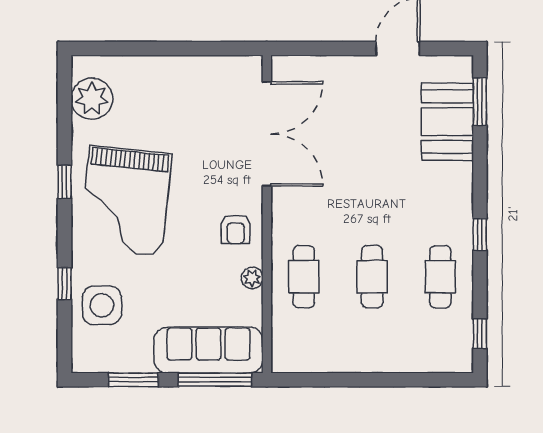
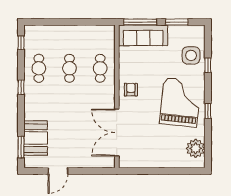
plant: (252, 278) -> (123, 68), removed

